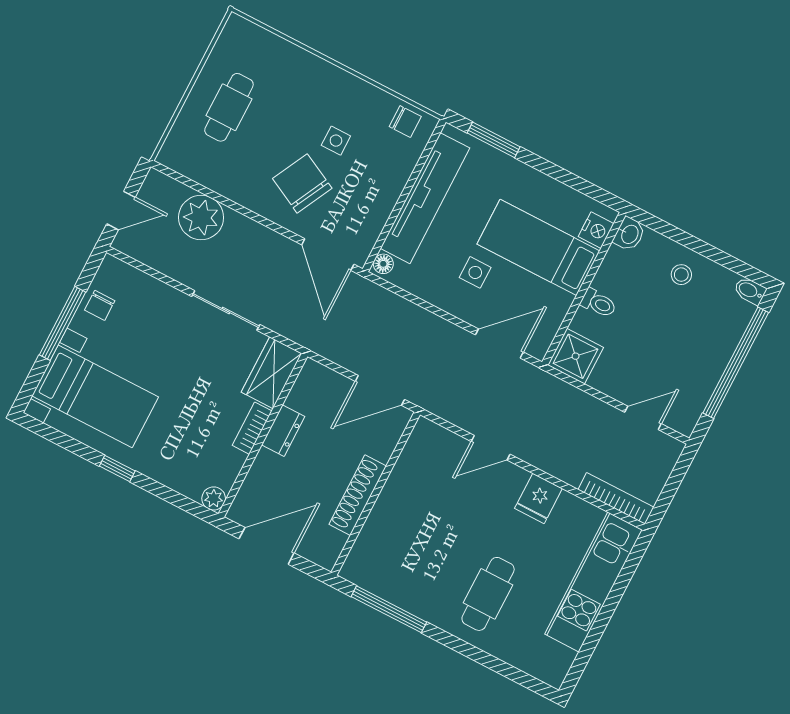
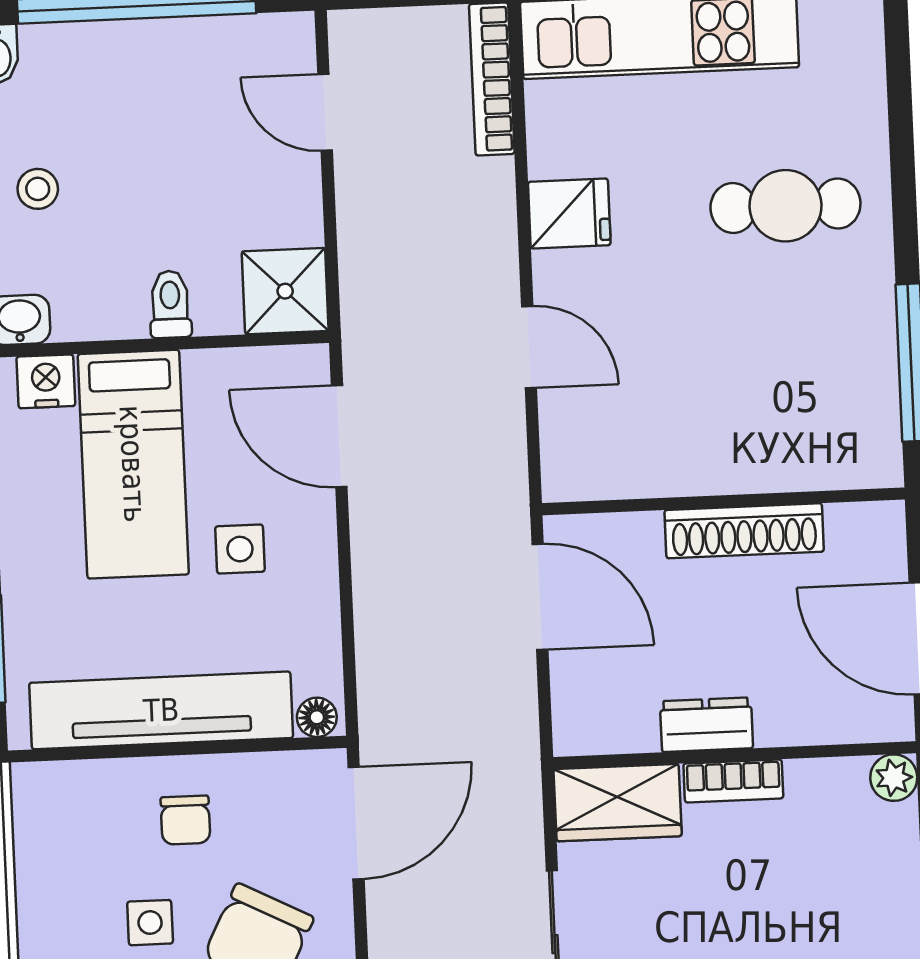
chair: (405, 122) -> (185, 820), moved, turned 180

